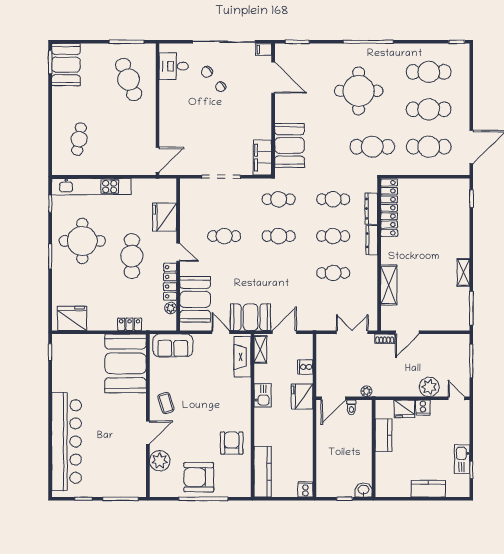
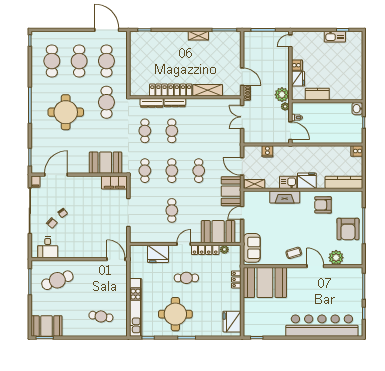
locker: (389, 208) -> (171, 90), moved
cafe table: (132, 256) -> (186, 278), width x0.73, depth x0.74
cafe table: (333, 273) -> (199, 171), moved
fireplace: (242, 357) -> (285, 197), moved
plant: (429, 387) -> (282, 95), moved
fridge: (302, 397) -> (307, 181), moved, turned 180
kitchen counter: (428, 489) -> (356, 61), removed

